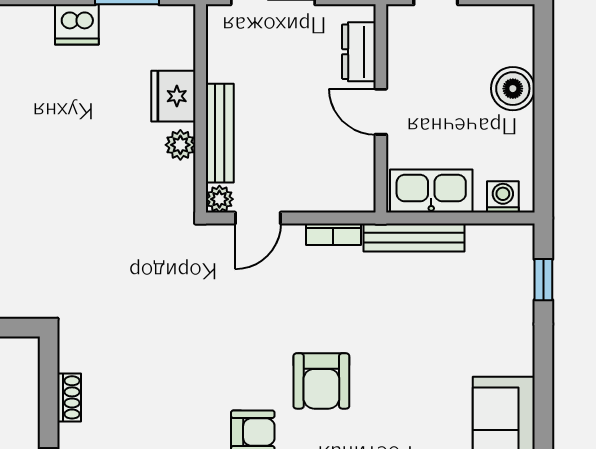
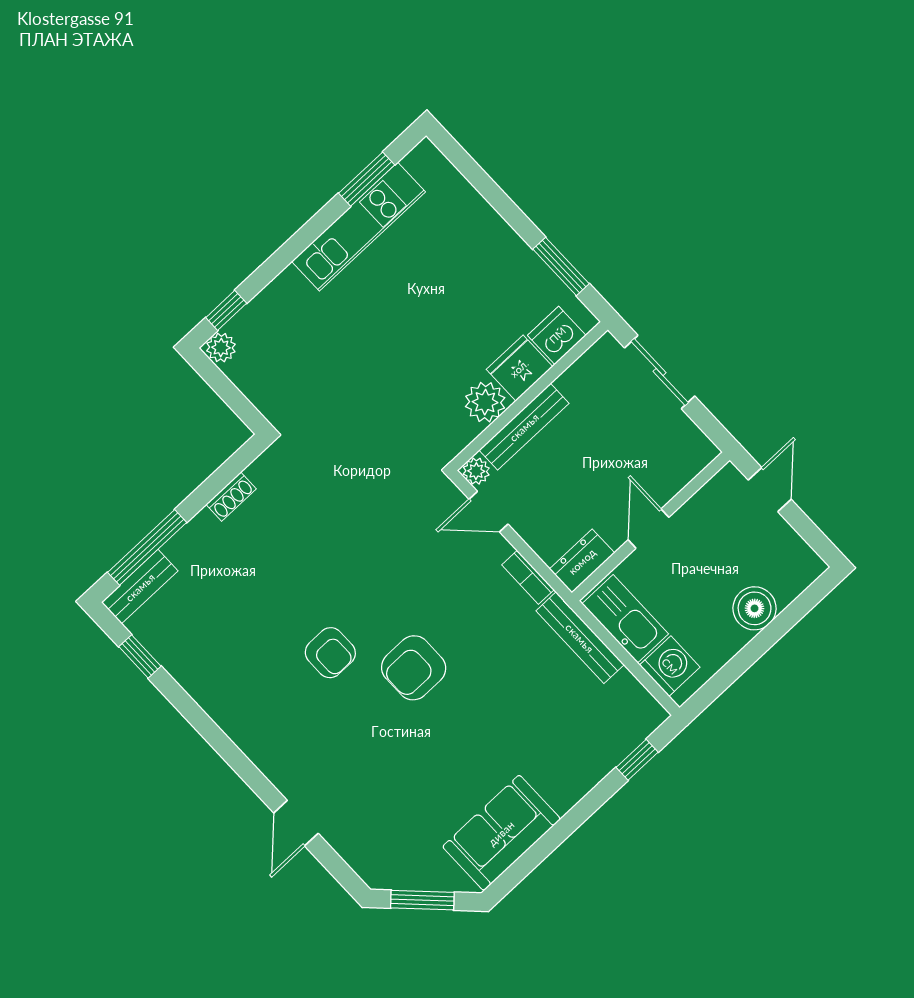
dishwasher: (77, 24) -> (557, 335), moved, turned 90
dresser: (359, 52) -> (582, 561), moved
plant: (180, 145) -> (485, 402), width x1.38, depth x1.38
washing machine: (503, 197) -> (670, 666), width x1.38, depth x1.38

